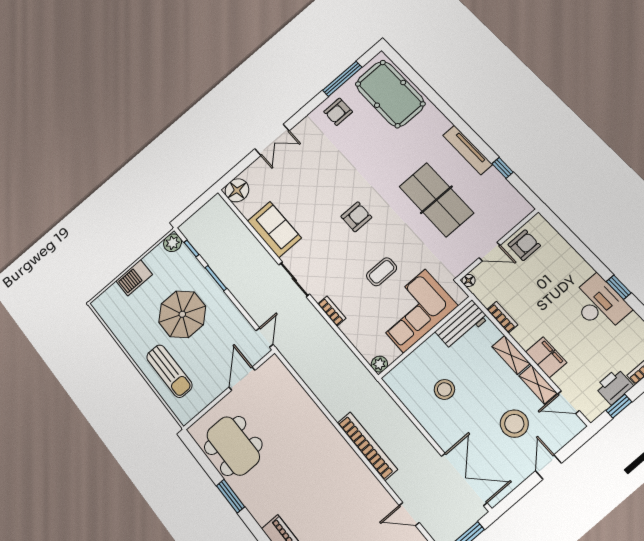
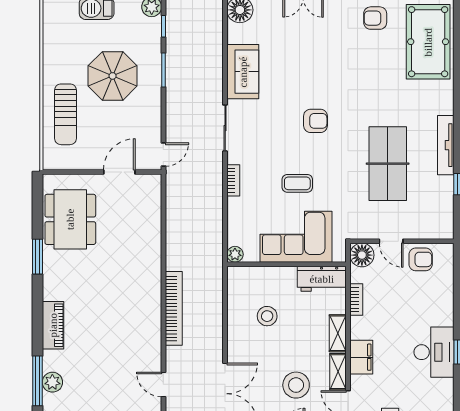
floor lamp: (469, 280) -> (362, 255), width x1.89, depth x1.89

